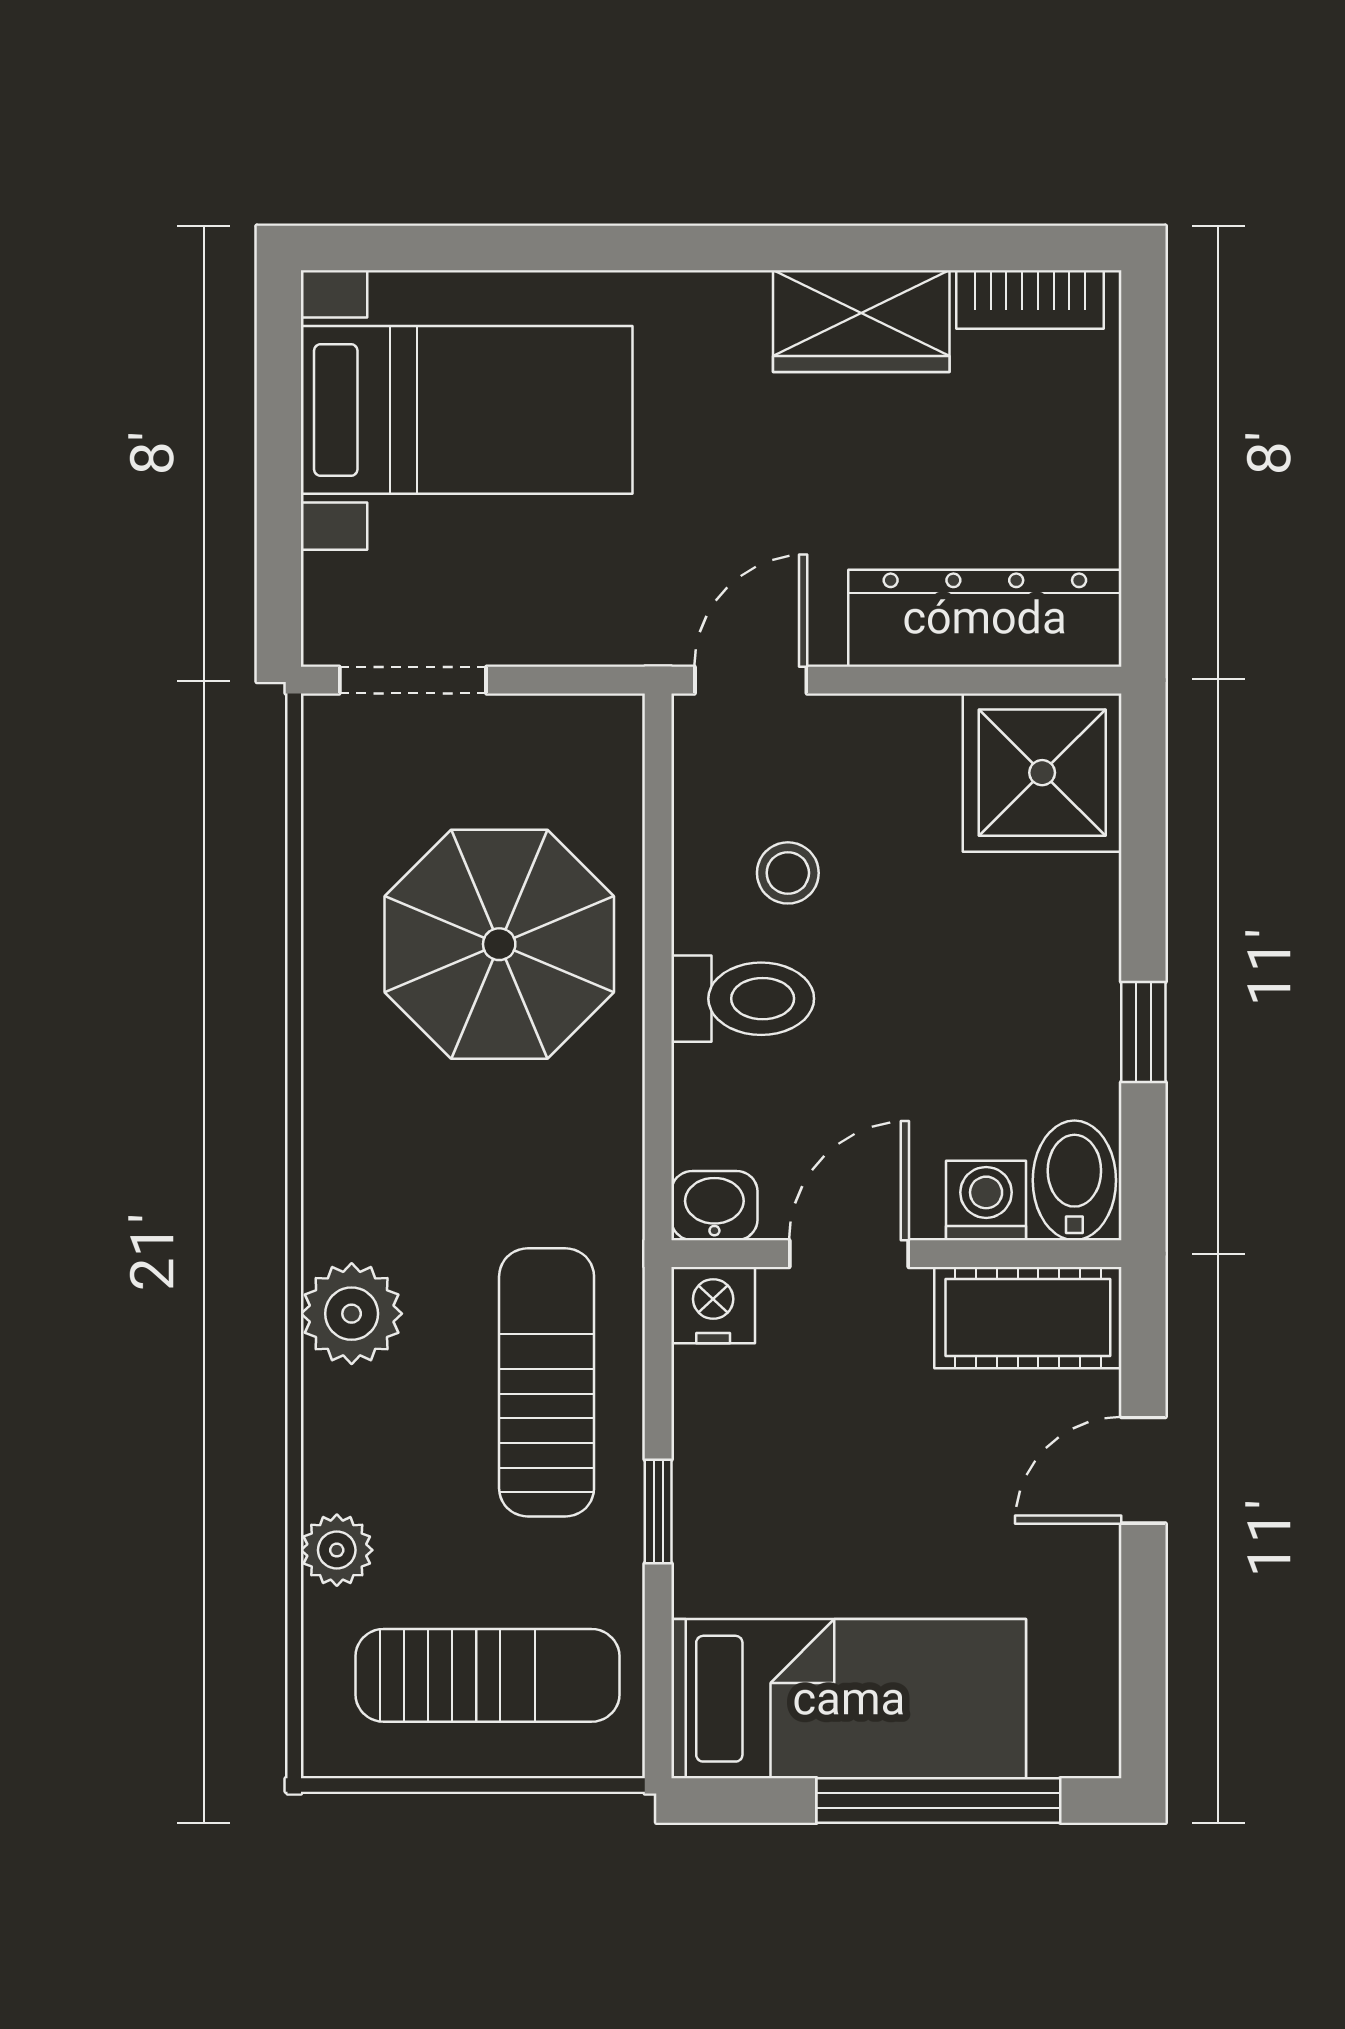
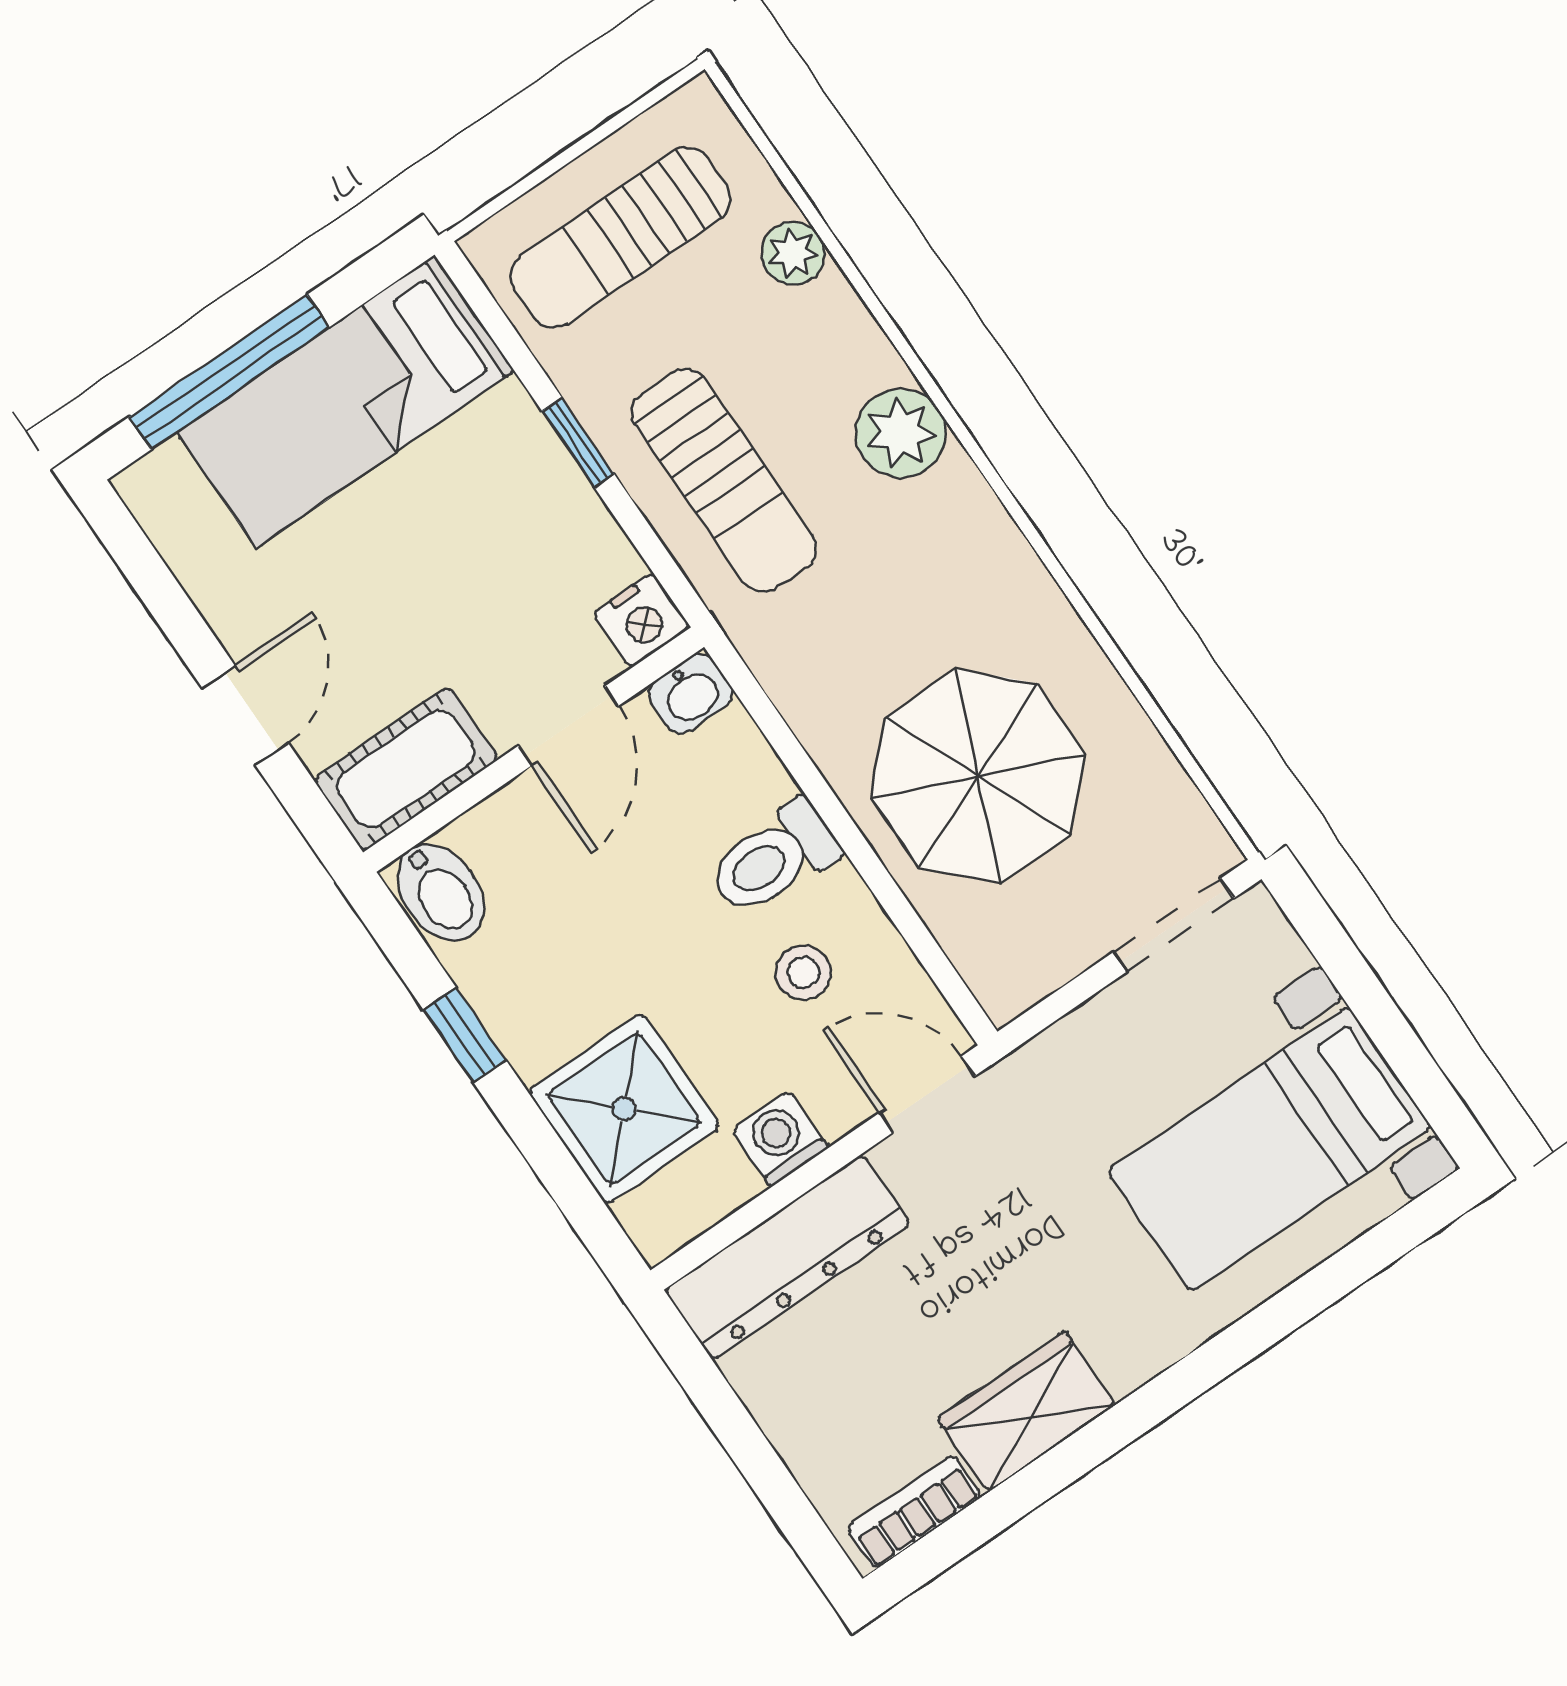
door: (751, 680) -> (927, 1095), swing flipped
shower: (1042, 773) -> (624, 1109), moved
washing machine: (986, 1200) -> (780, 1139), moved, turned 180

